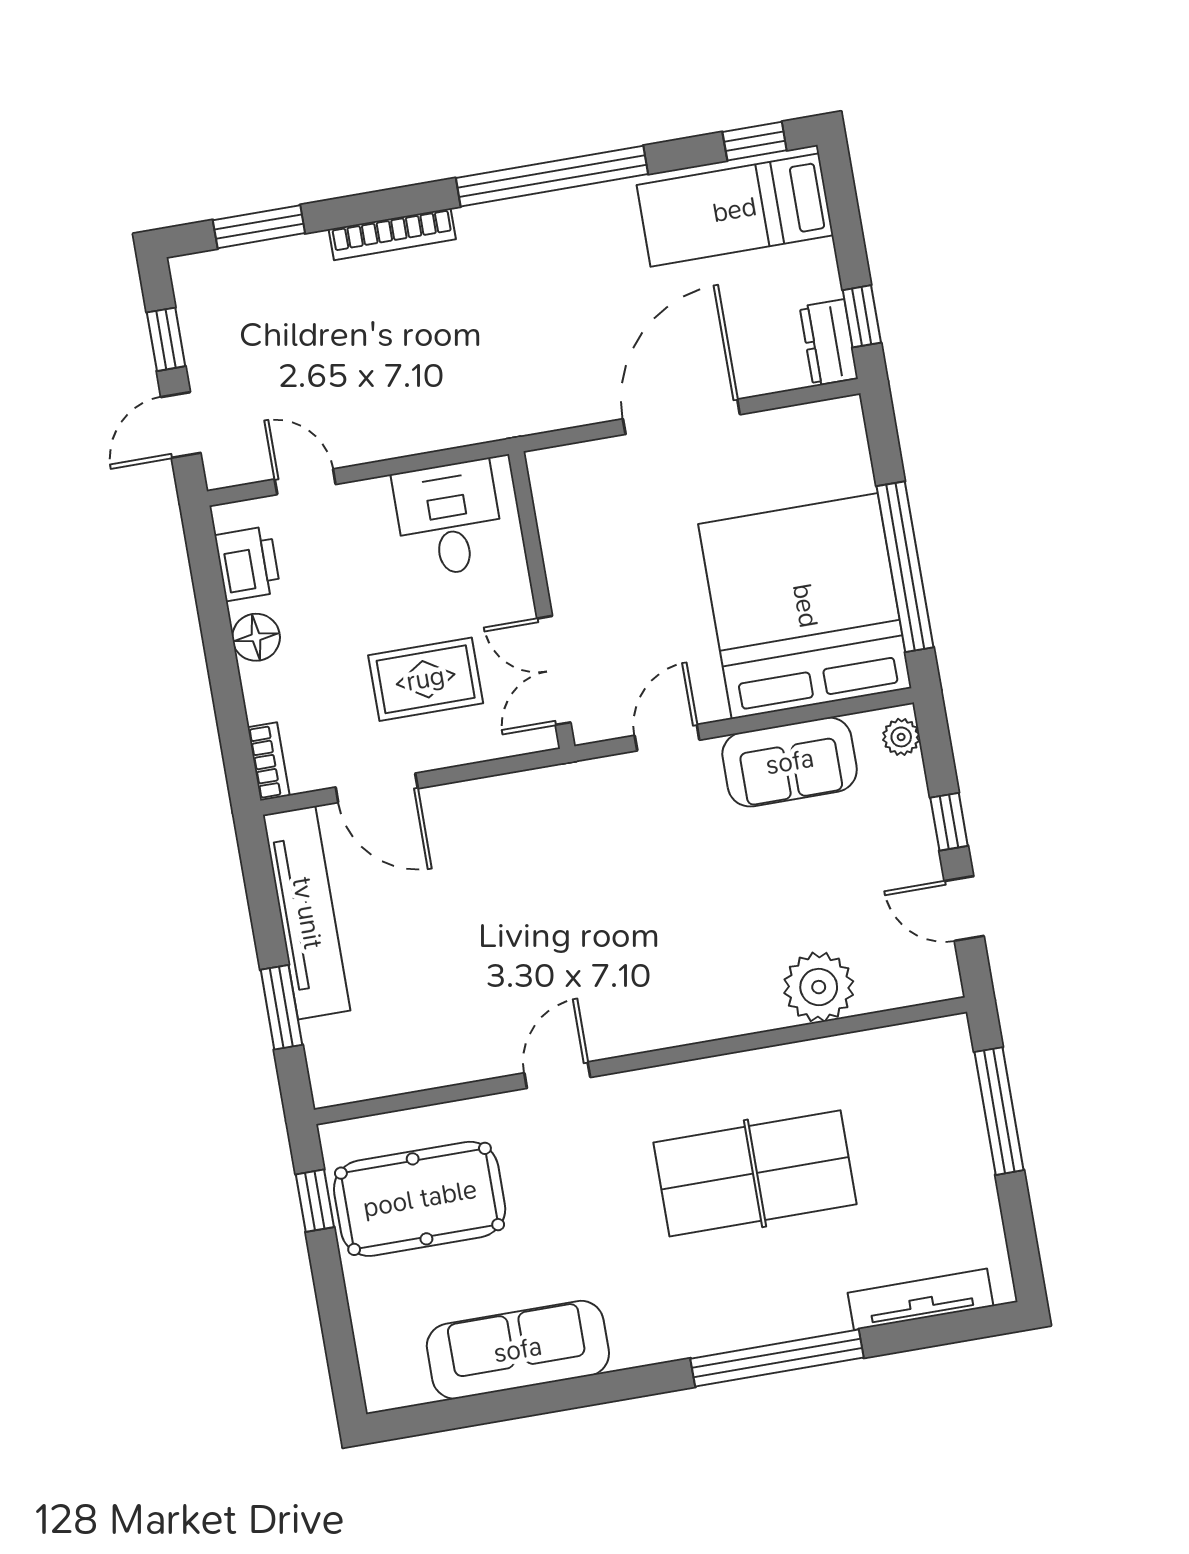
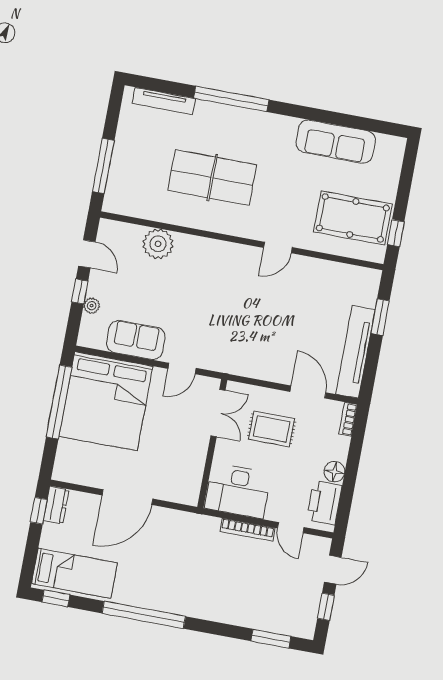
bookcase: (392, 234) -> (247, 530), moved, turned 180
desk: (449, 519) -> (238, 491), width x1.37
printer: (248, 564) -> (324, 503), width x1.37, depth x1.19
plant: (901, 737) -> (92, 306), moved

